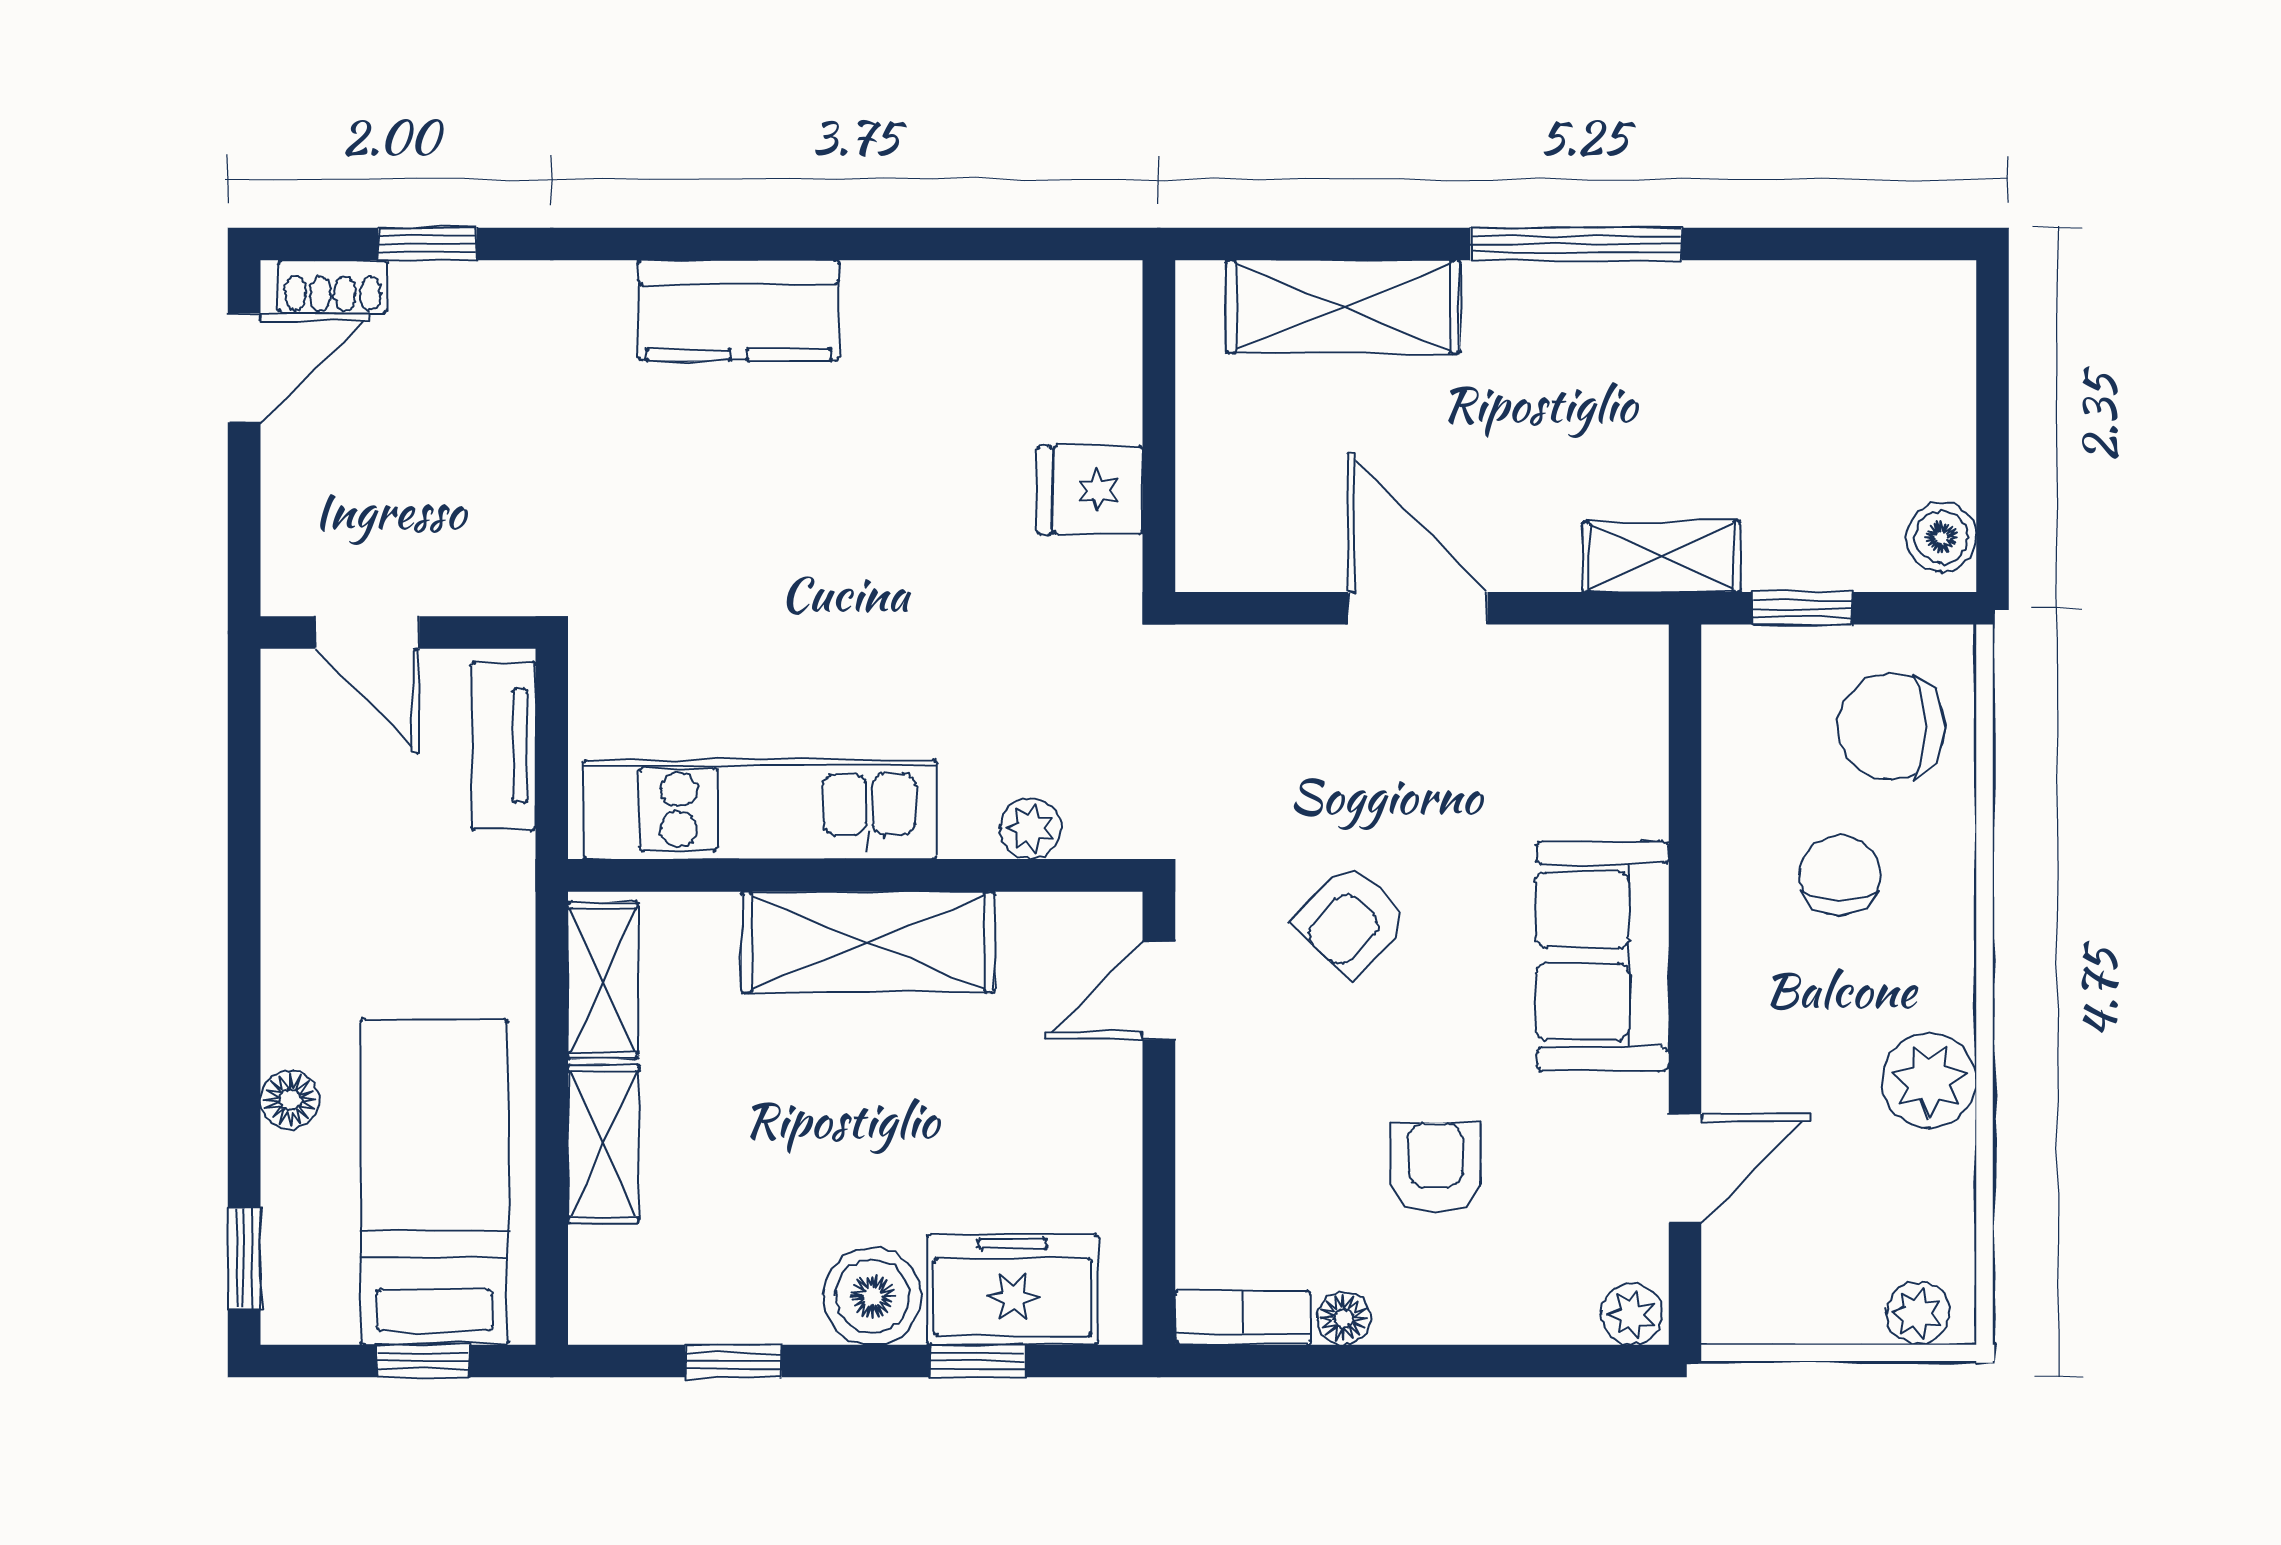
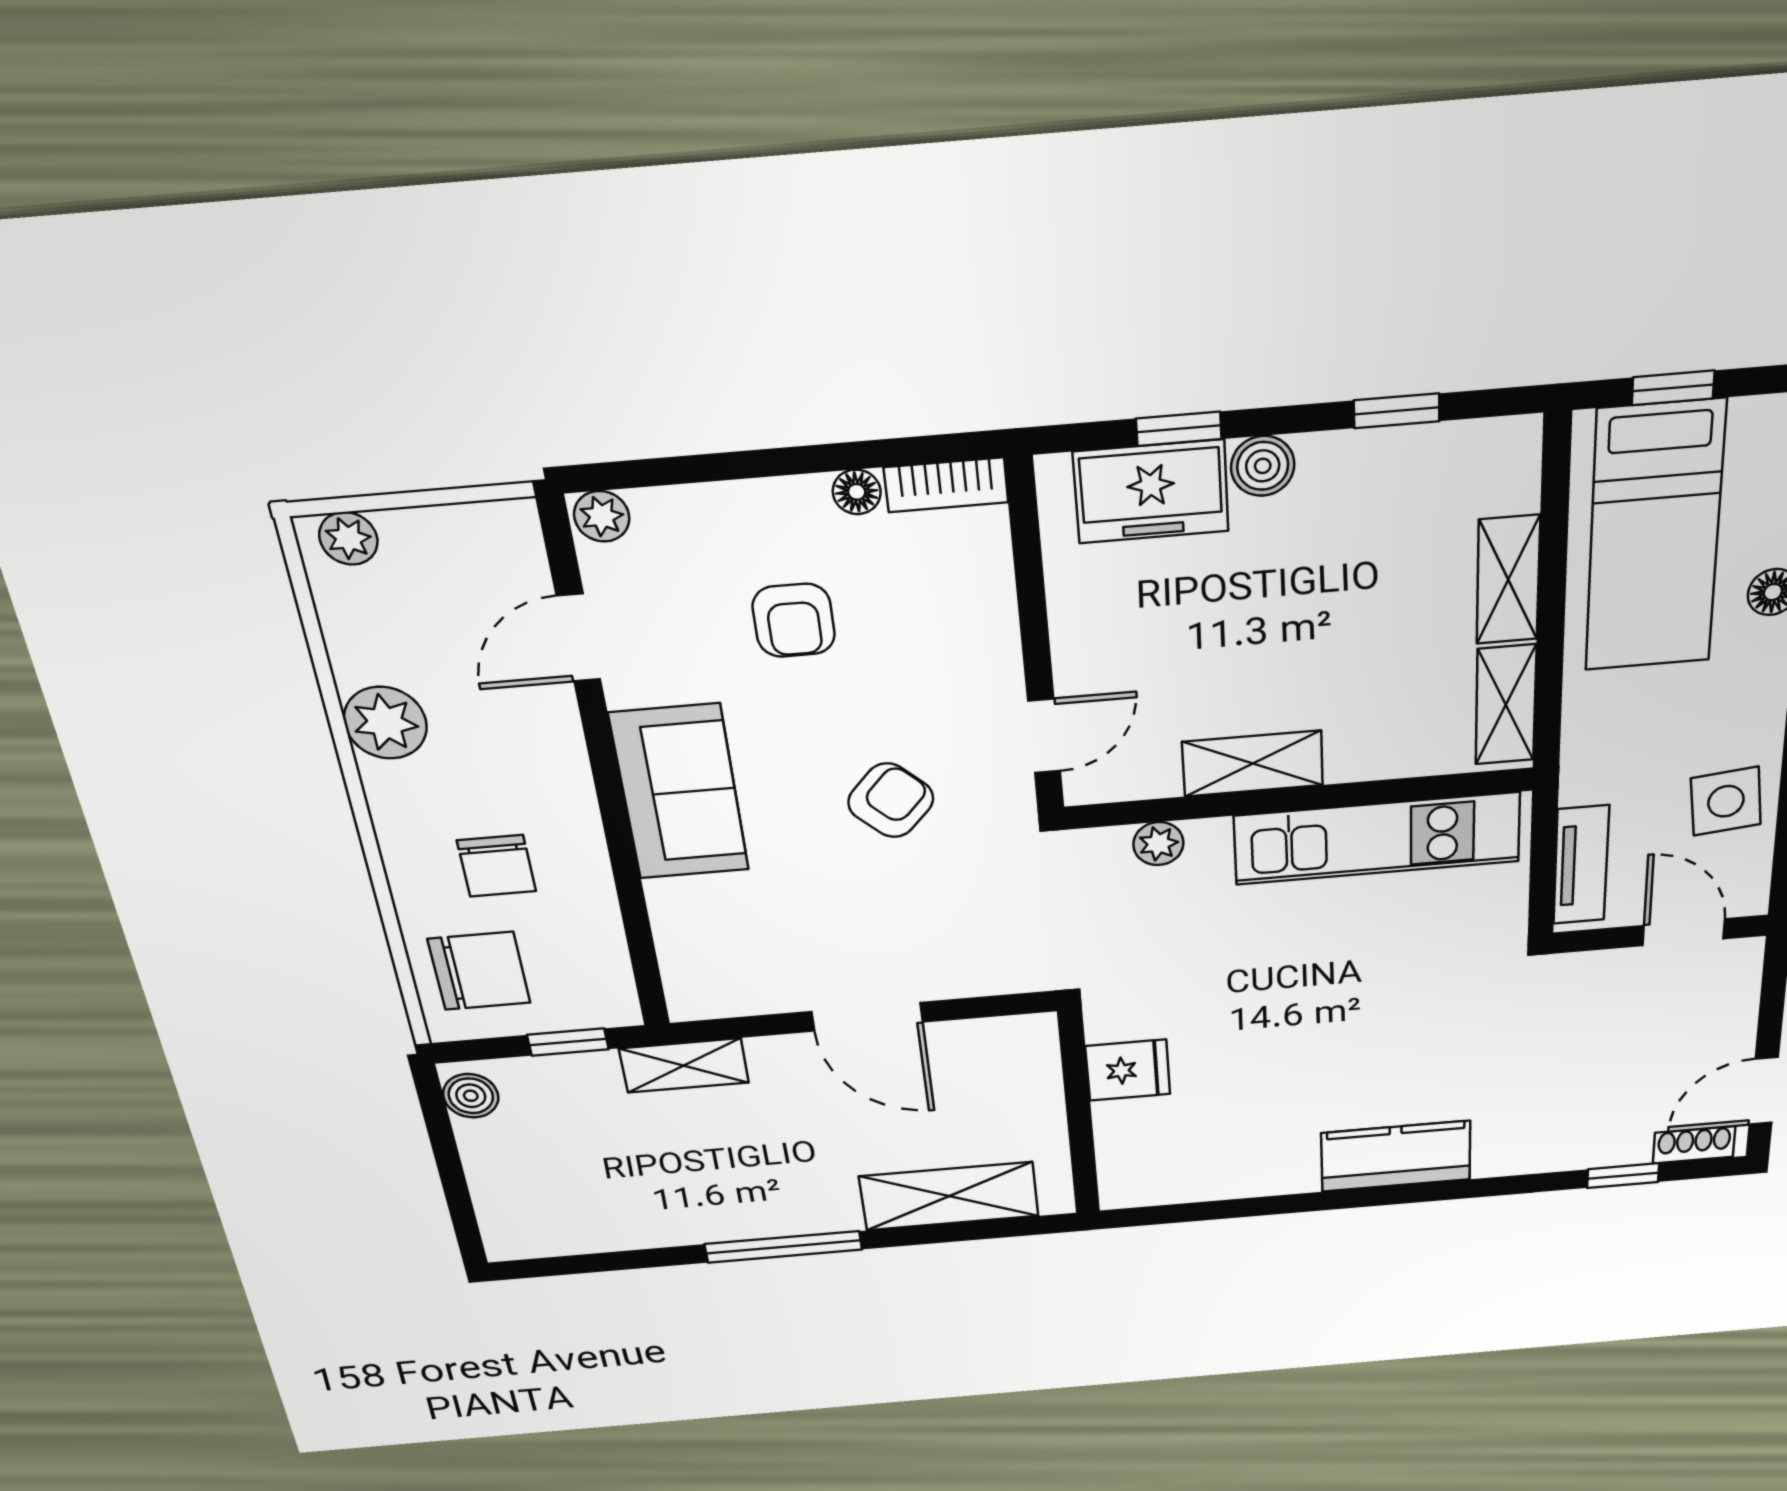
side table: (326, 821) -> (1726, 801), added
shelving: (868, 942) -> (1253, 763), width x0.67, depth x0.75
boiler: (872, 1296) -> (1263, 466), width x0.73, depth x0.73

